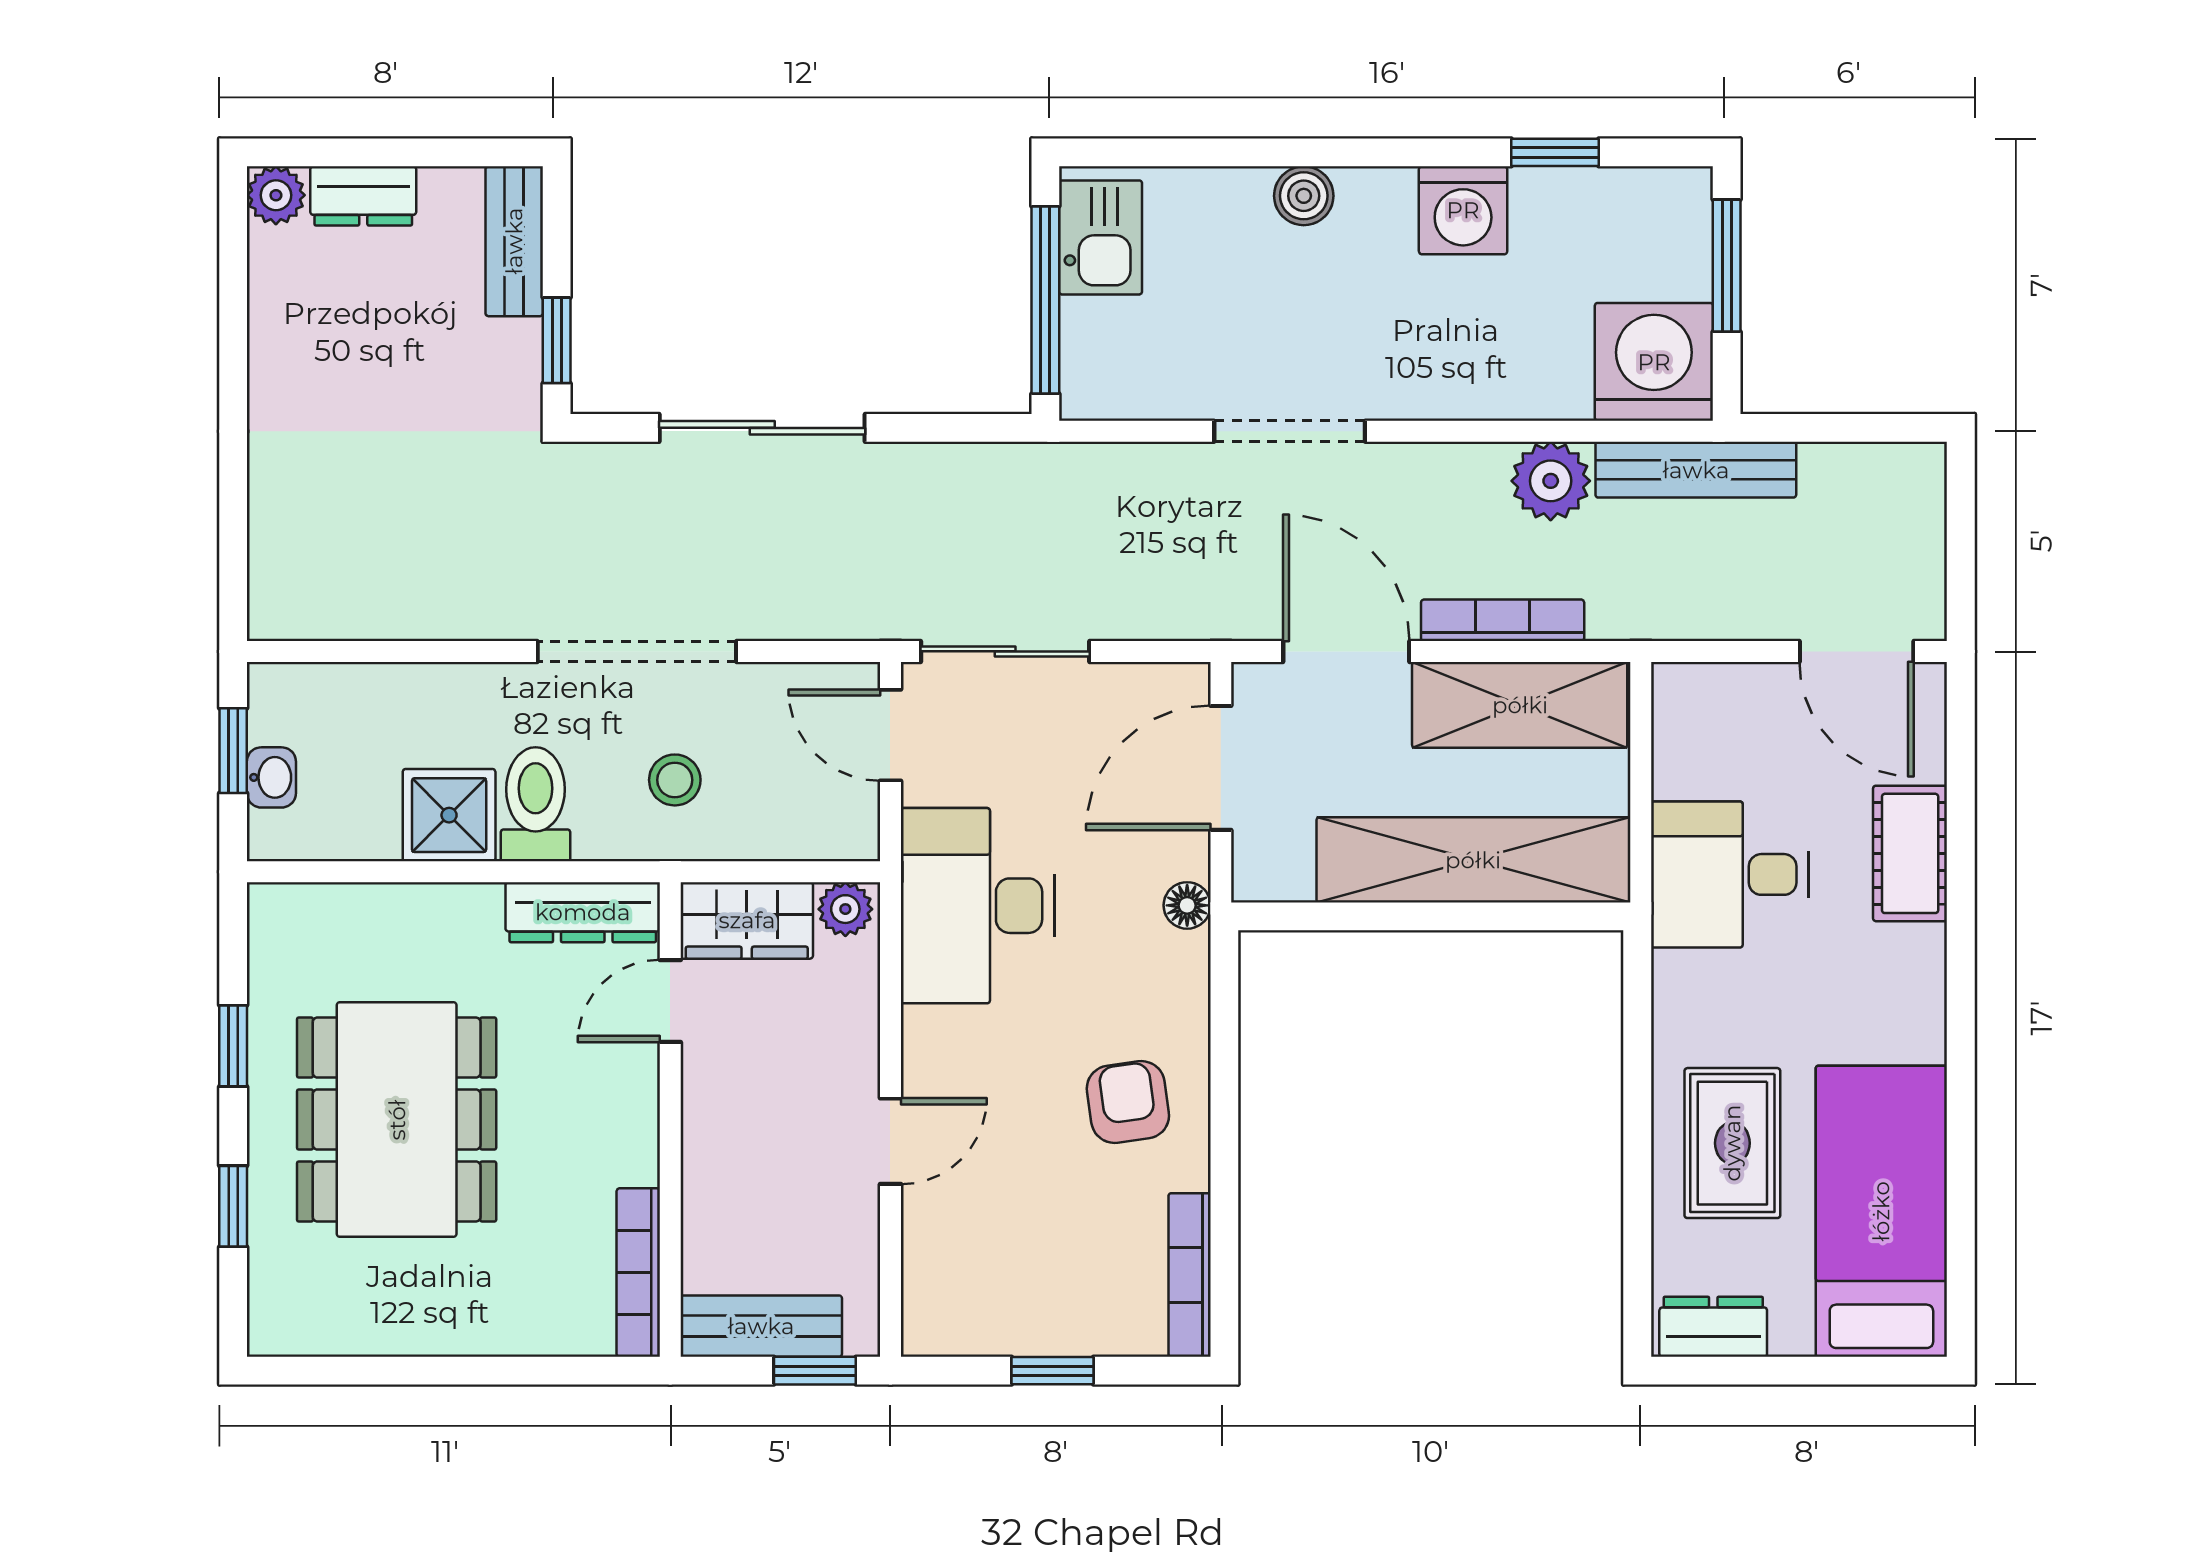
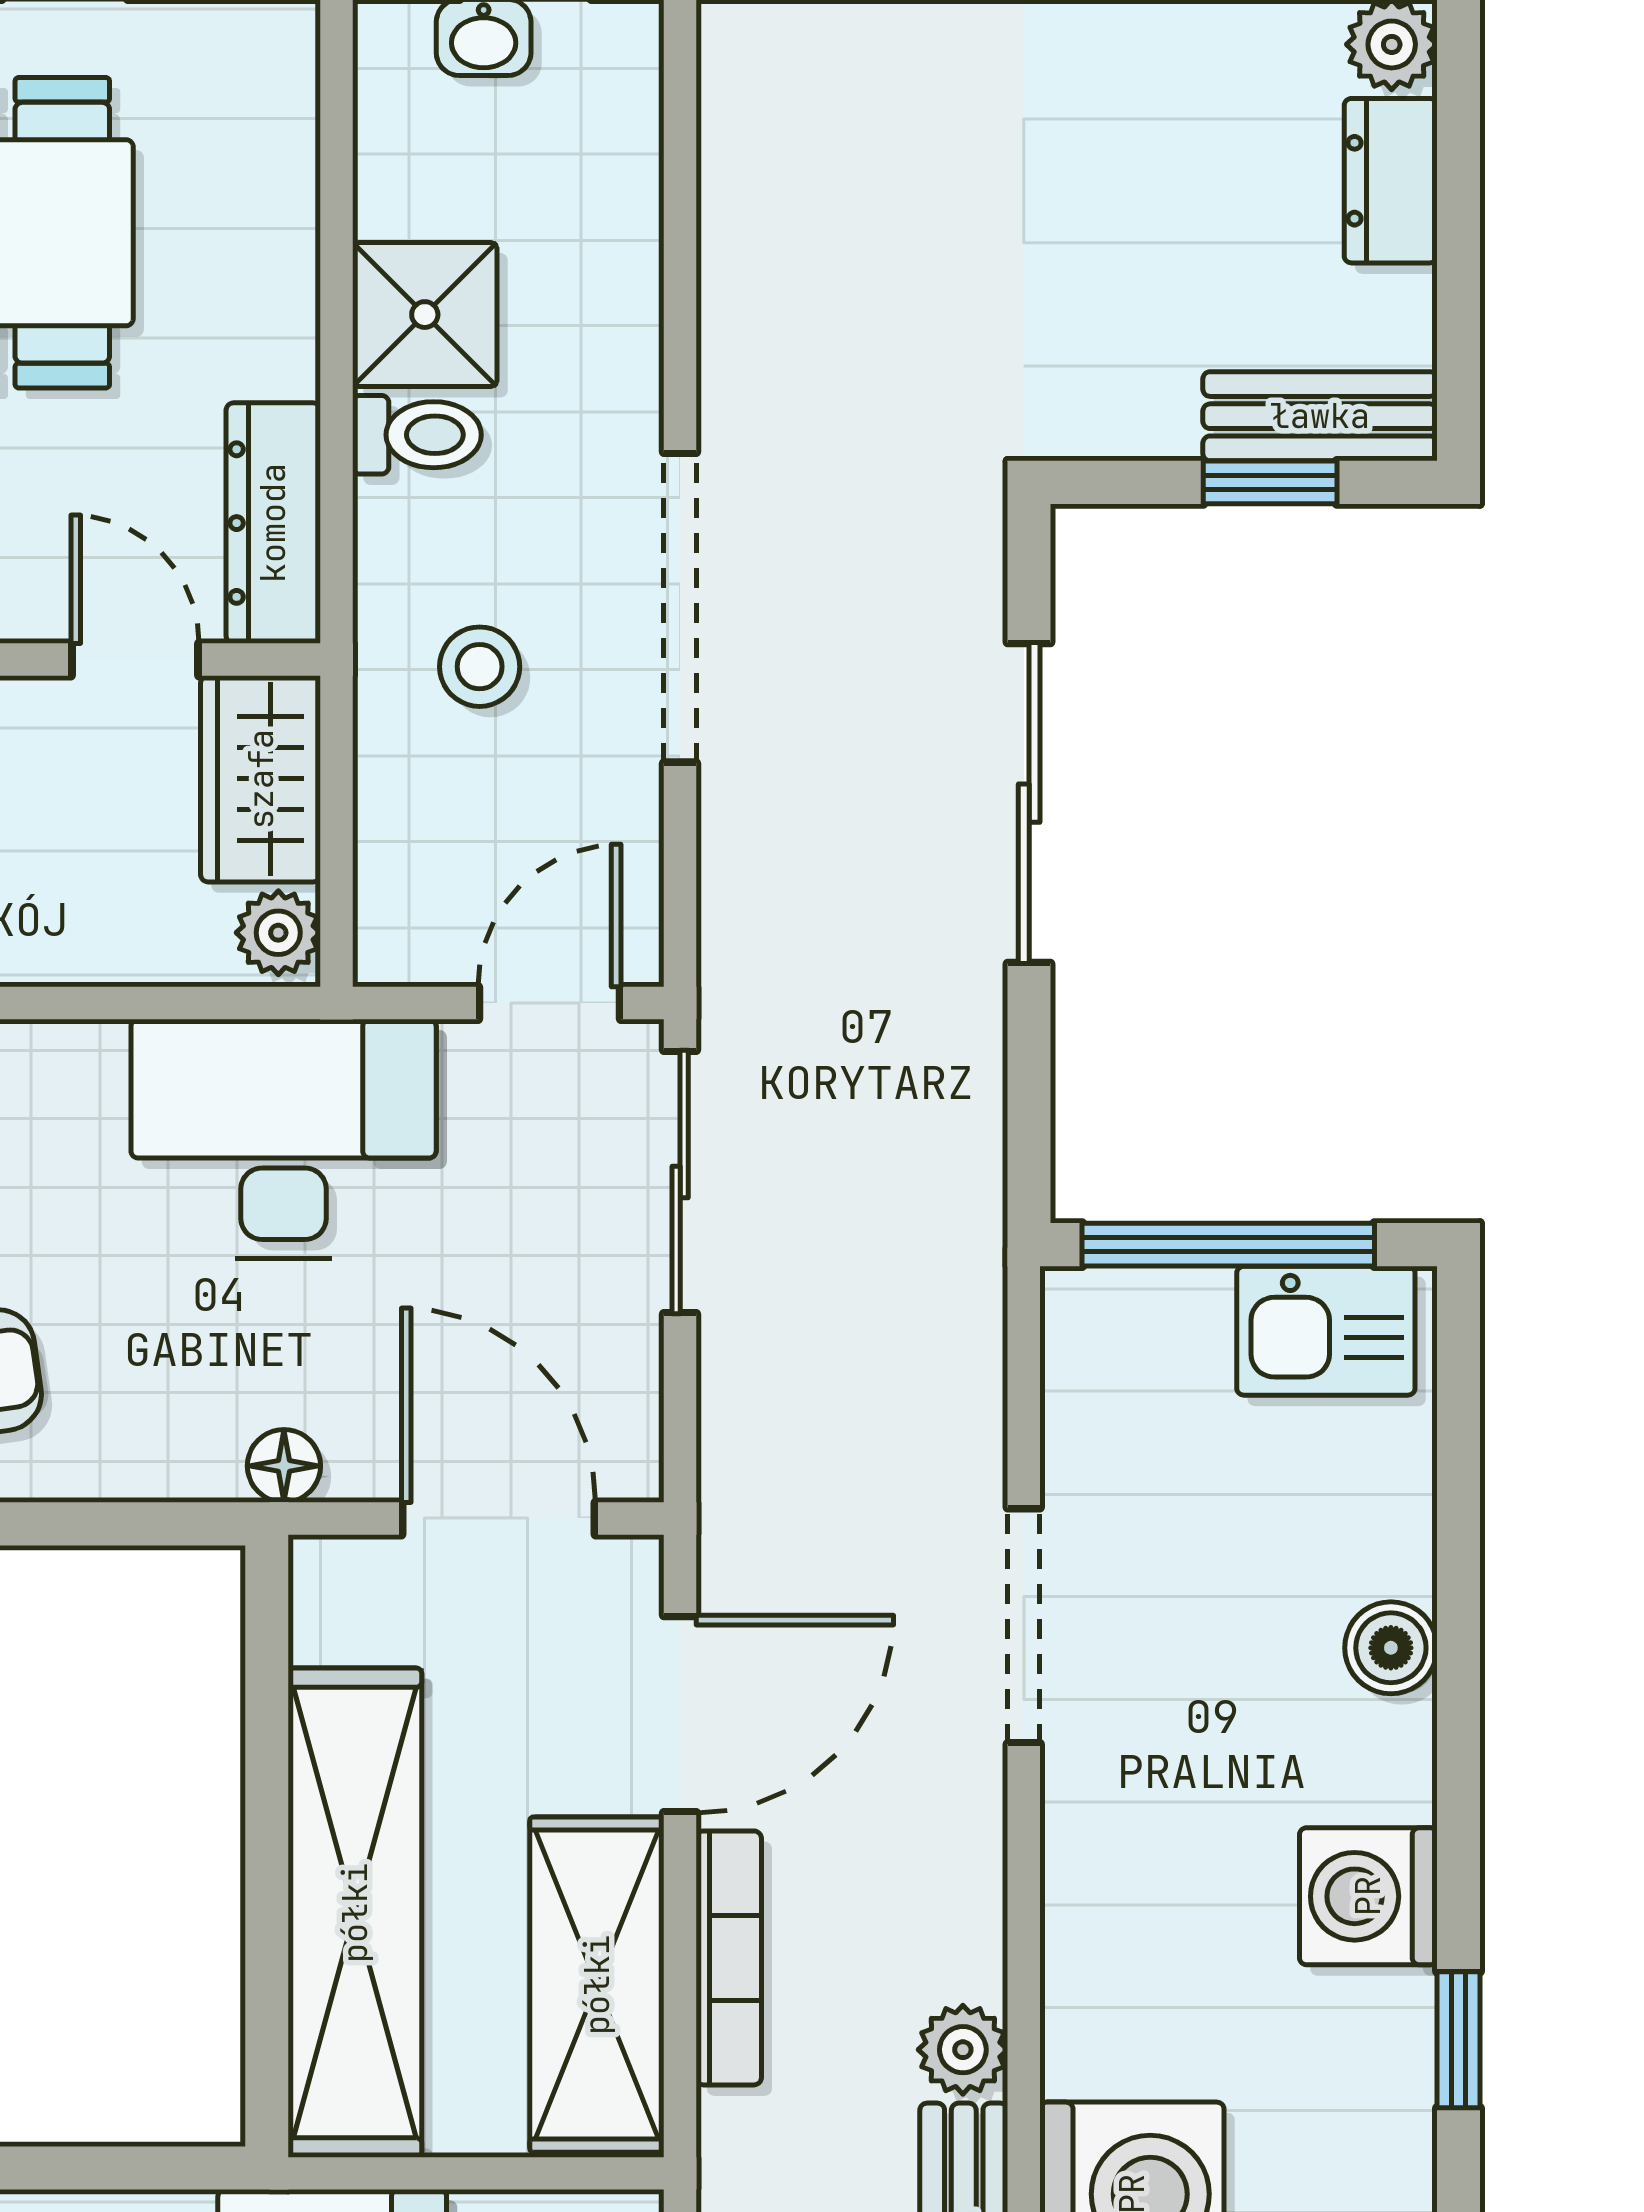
window: (557, 340) -> (1270, 482), moved
plant: (1551, 481) -> (963, 2050), width x0.73, depth x0.73
toilet: (536, 804) -> (417, 435), width x0.73, depth x0.72

